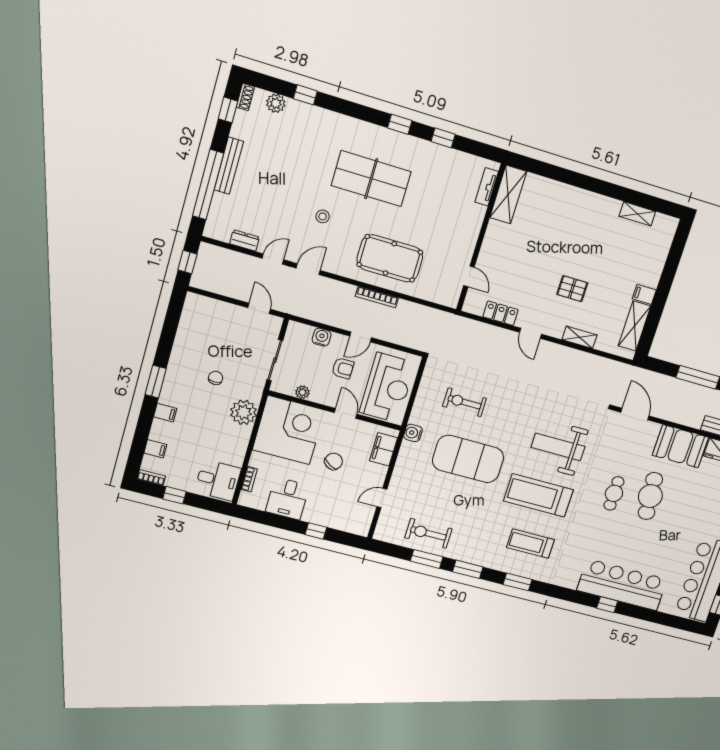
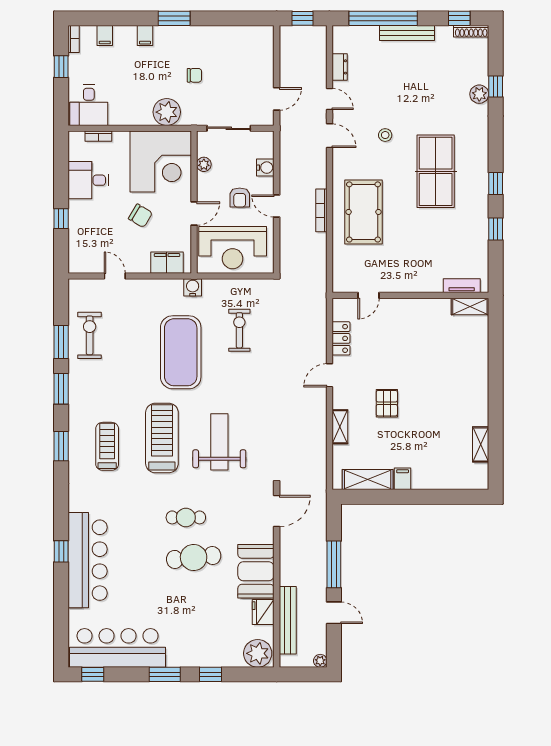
shoe rack: (245, 97) -> (471, 31), width x1.43
plant: (276, 103) -> (479, 94), moved
shelving: (508, 195) -> (470, 306), width x0.67, depth x0.75

